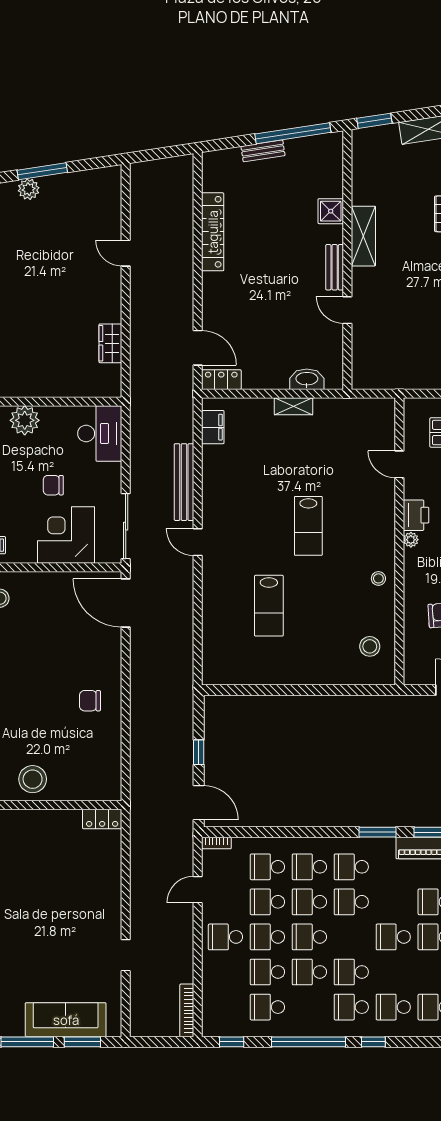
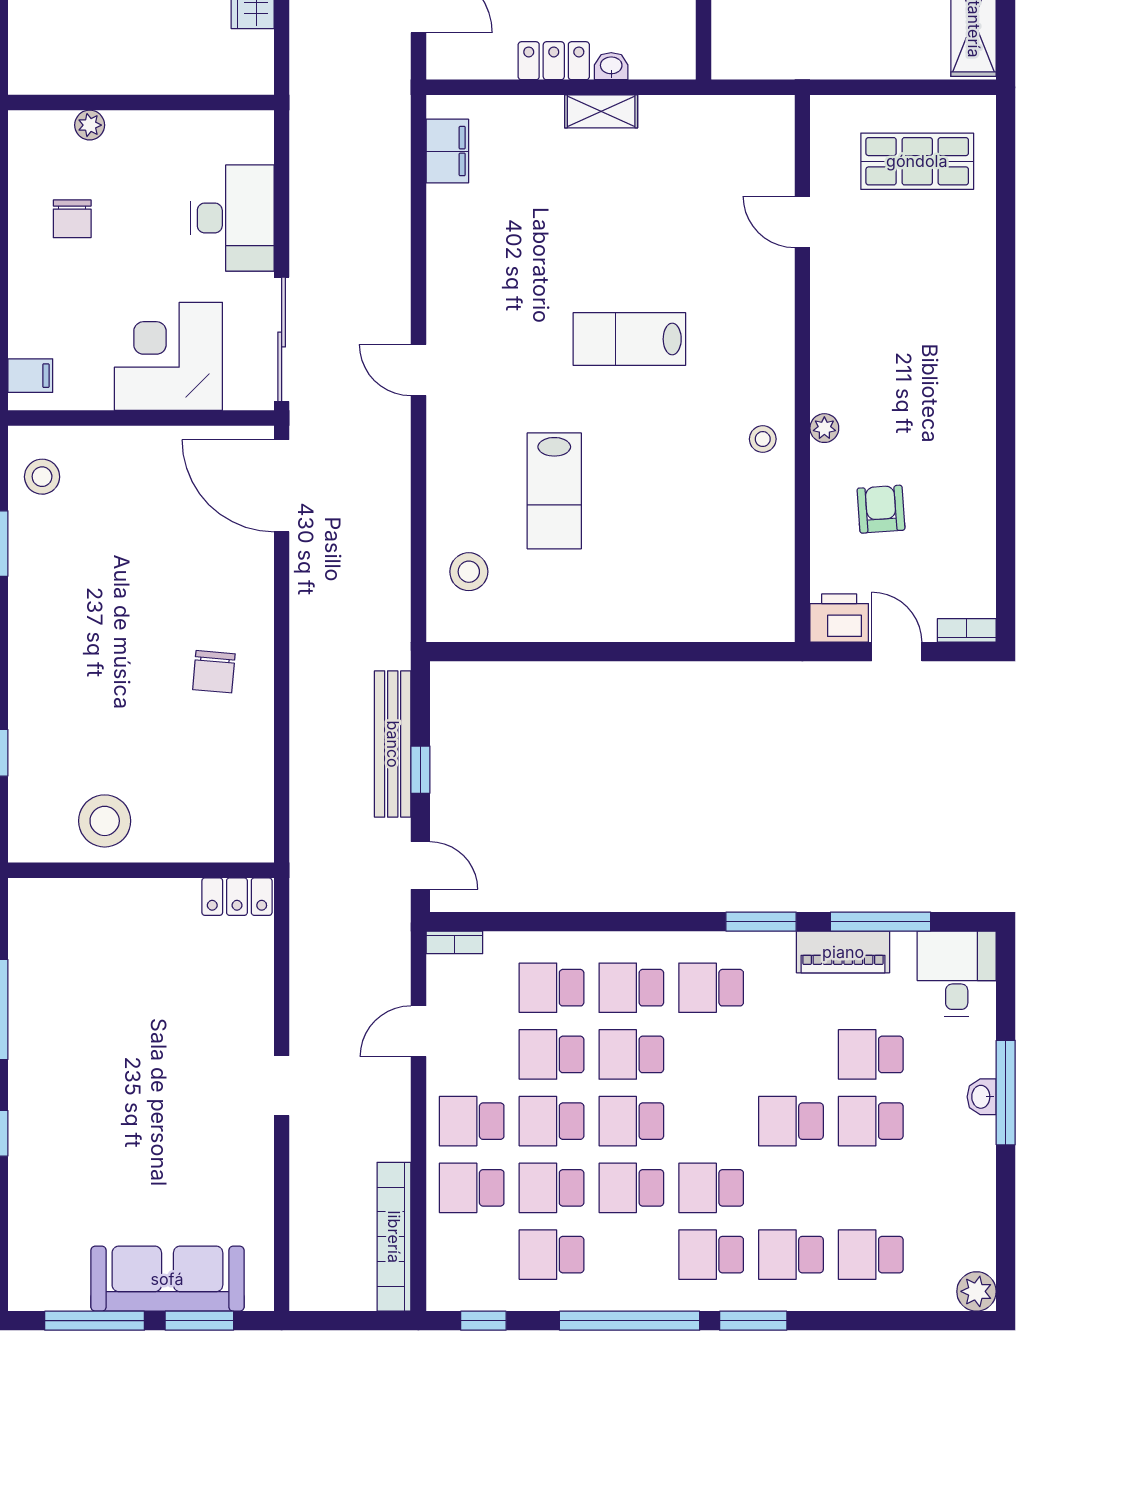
washbasin: (307, 379) -> (611, 66), width x0.52, depth x0.69
locker: (221, 380) -> (554, 61), moved
plant: (25, 420) -> (90, 125), width x0.53, depth x0.53
desk: (100, 433) -> (232, 218), moved
bench: (184, 482) -> (393, 744), moved
chair: (53, 485) -> (72, 219), moved, turned -90
printer: (416, 515) -> (839, 618), moved, turned -90
lab bench: (308, 526) -> (629, 339), turned 90
plant: (411, 540) -> (824, 428), moved
stool: (370, 646) -> (469, 572), moved
chair: (90, 701) -> (214, 672), turned -85
door: (199, 803) -> (420, 866), width x0.73
school desk: (351, 902) -> (472, 1188), moved
doorway: (126, 955) -> (282, 1086), moved
bookcase: (187, 1010) -> (394, 1237), width x1.48, depth x1.31
window: (373, 1042) -> (753, 1321), width x1.50

